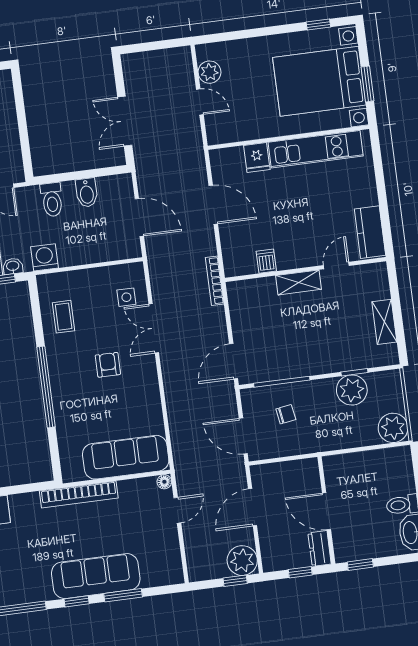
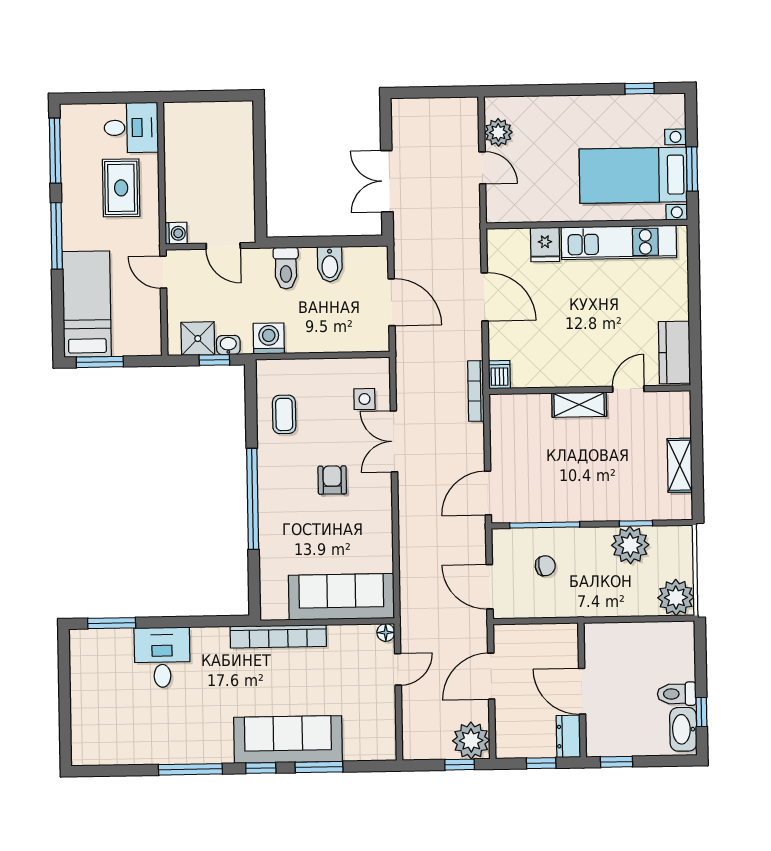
bed with nightstands: (319, 81) -> (633, 175), width x0.73
dishwasher: (266, 261) -> (499, 375), moved

